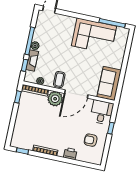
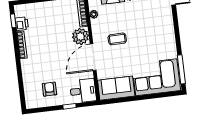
corner sofa: (94, 36) -> (156, 77), moved, turned 90
coffee table: (59, 80) -> (117, 39), moved
door: (76, 94) -> (93, 57), hinge flipped
printer: (70, 154) -> (22, 24), moved

